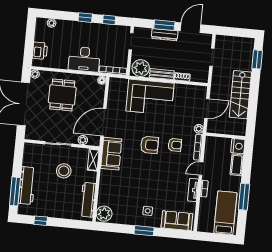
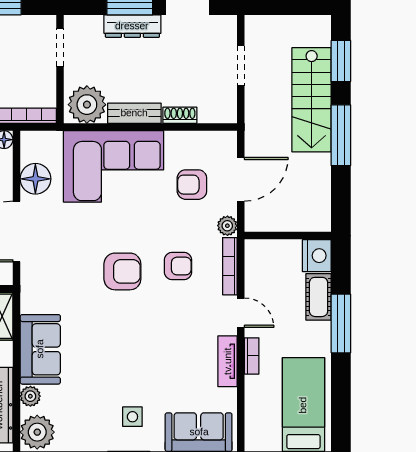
window: (254, 93) -> (341, 135), added
stairs: (240, 95) -> (312, 100), moved
floor lamp: (114, 99) -> (35, 179), added
armchair: (185, 109) -> (192, 185), added
sofa: (111, 154) -> (40, 349), moved
door: (201, 169) -> (241, 313), swing flipped
plant: (103, 197) -> (30, 396), added
window: (244, 197) -> (341, 323), moved

